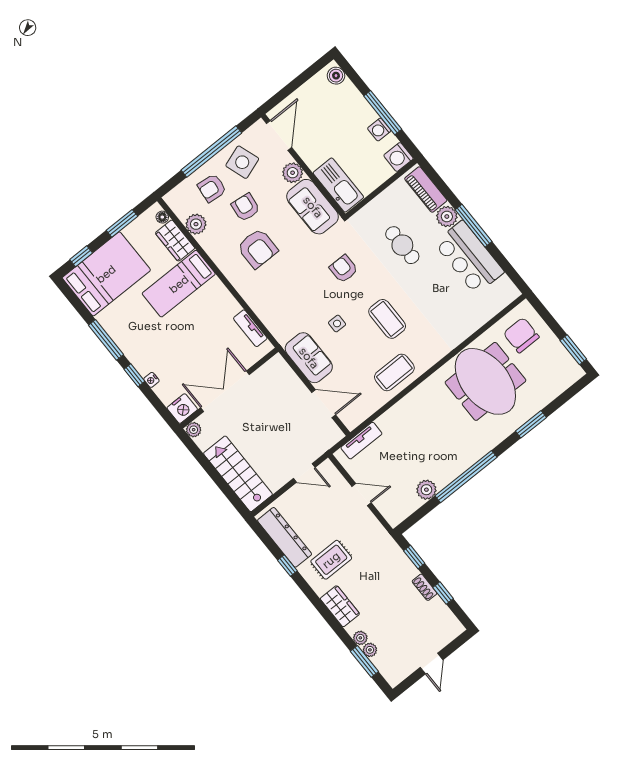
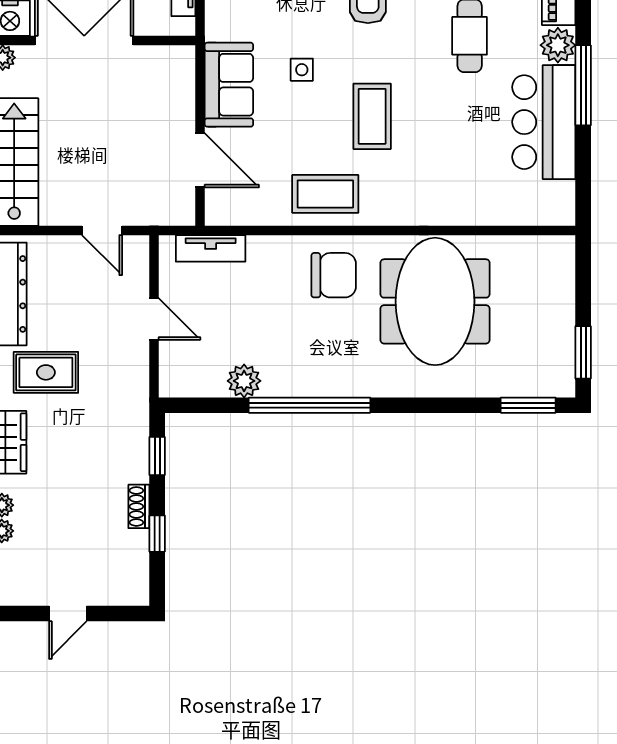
chair: (521, 335) -> (334, 275), moved, turned 90
window: (531, 424) -> (528, 405), moved

